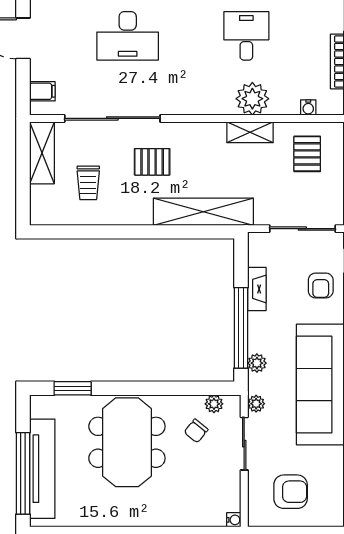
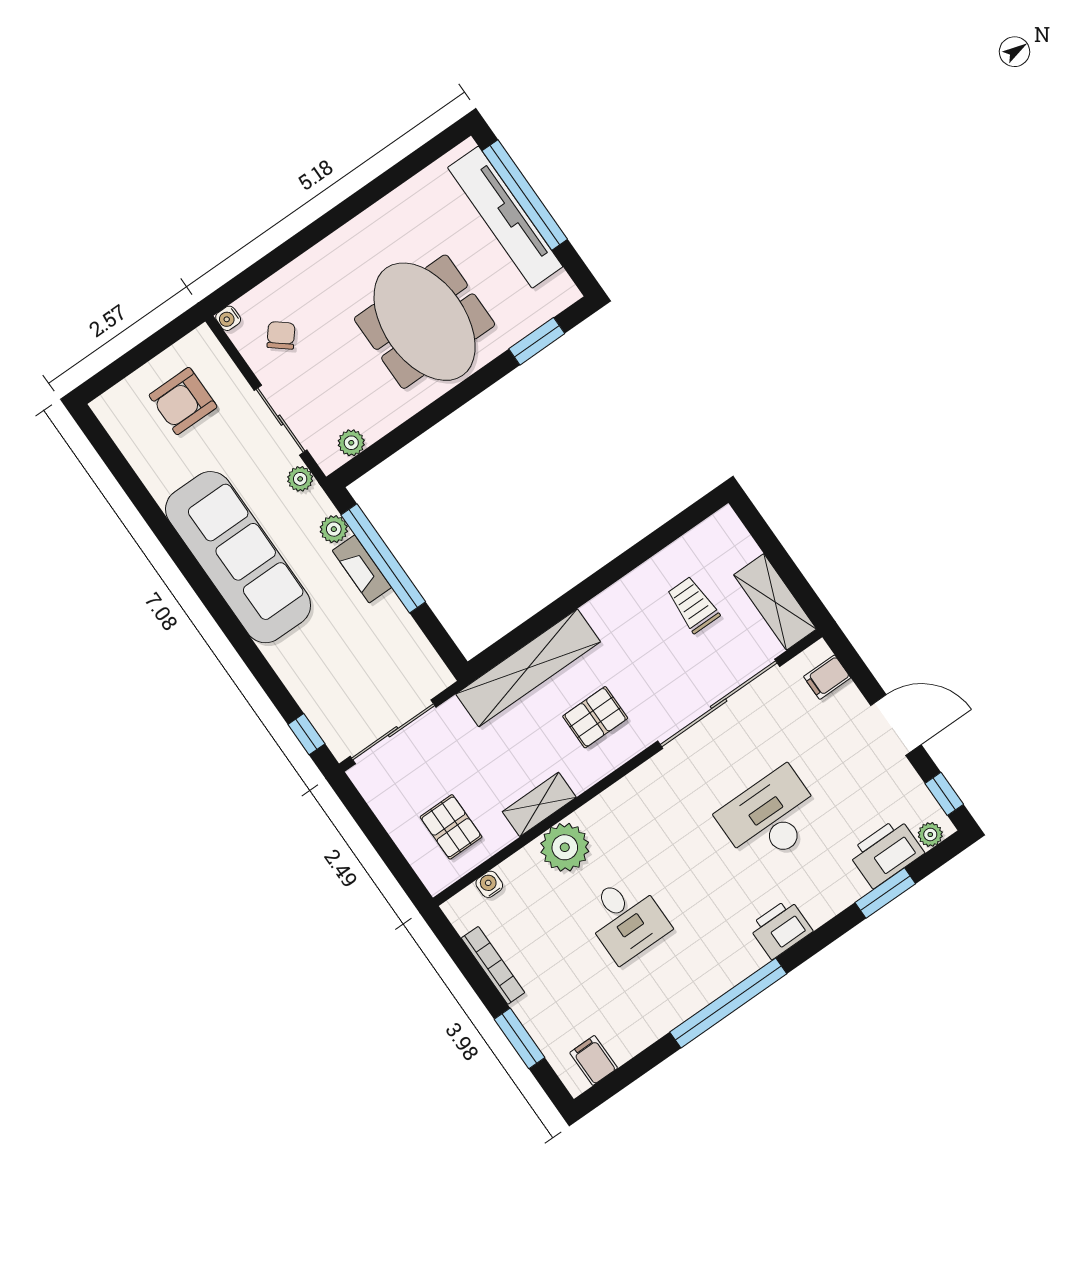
pallet: (152, 162) -> (595, 717), moved
armchair: (321, 285) -> (322, 678), removed
fireplace: (257, 289) -> (362, 569), moved
chair: (196, 431) -> (281, 335), moved

